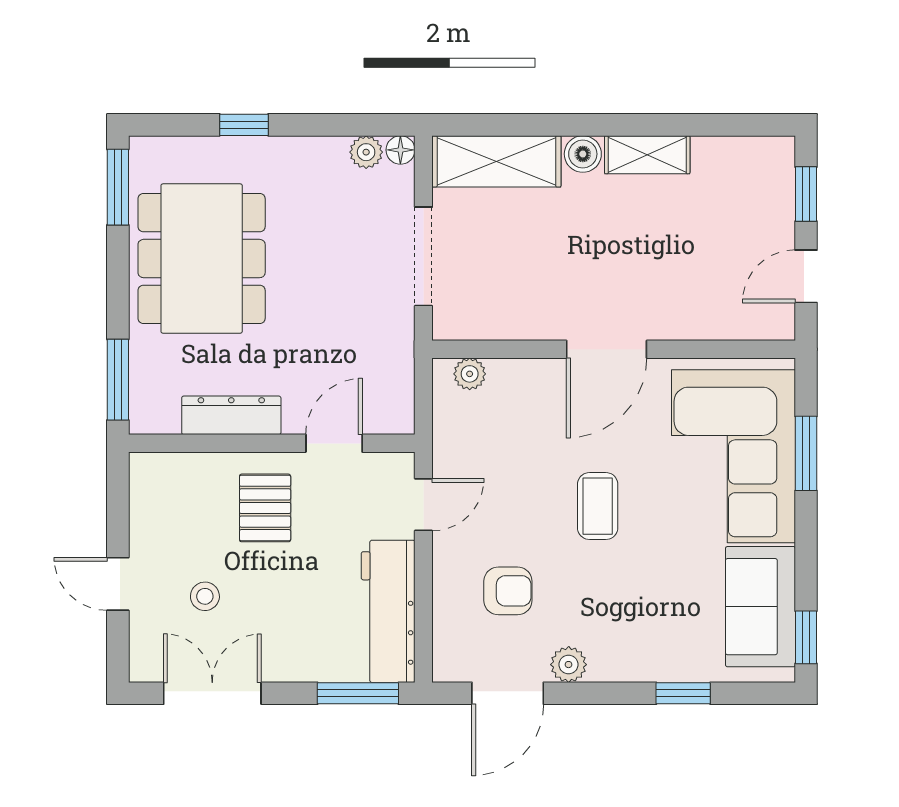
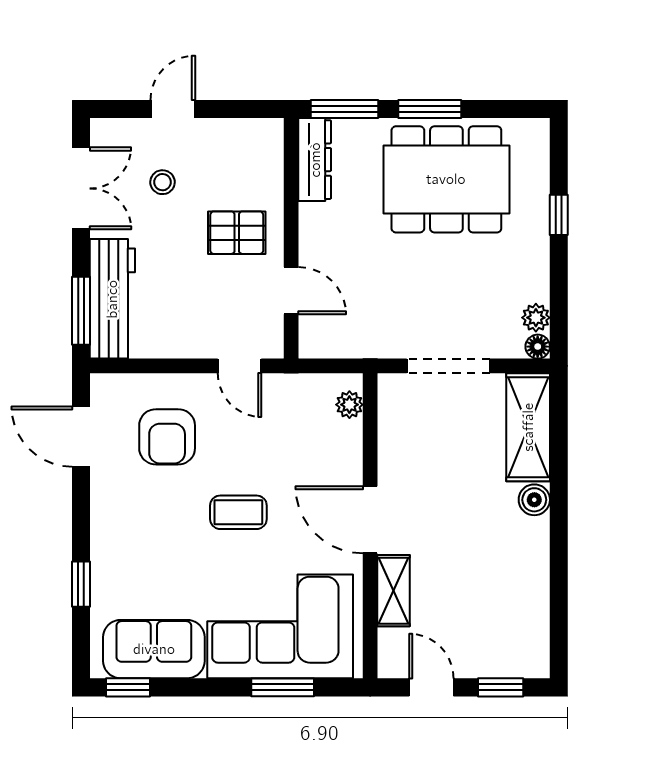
shelving: (647, 155) -> (393, 591), moved
window: (118, 187) -> (430, 109), moved
dresser: (231, 415) -> (315, 160), moved
armchair: (508, 591) -> (167, 437), width x1.38, depth x1.38
workbench: (388, 611) -> (112, 299), moved, turned 90
plant: (569, 665) -> (105, 488), removed

